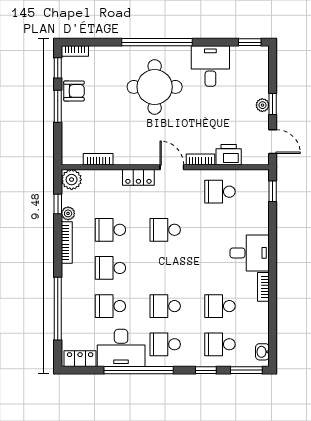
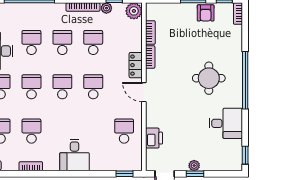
round table: (155, 87) -> (209, 78), width x0.73, depth x0.73
bookcase: (200, 159) -> (150, 57), moved
door: (172, 167) -> (144, 92), swing flipped
school desk: (165, 268) -> (62, 87), added
bookcase: (263, 287) -> (31, 166), moved

